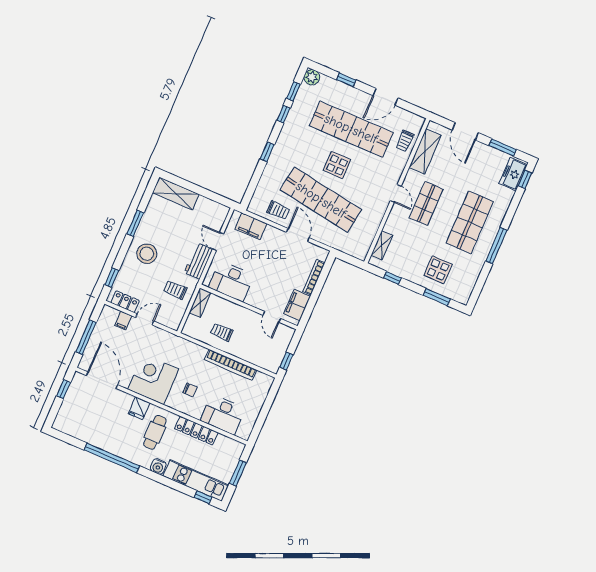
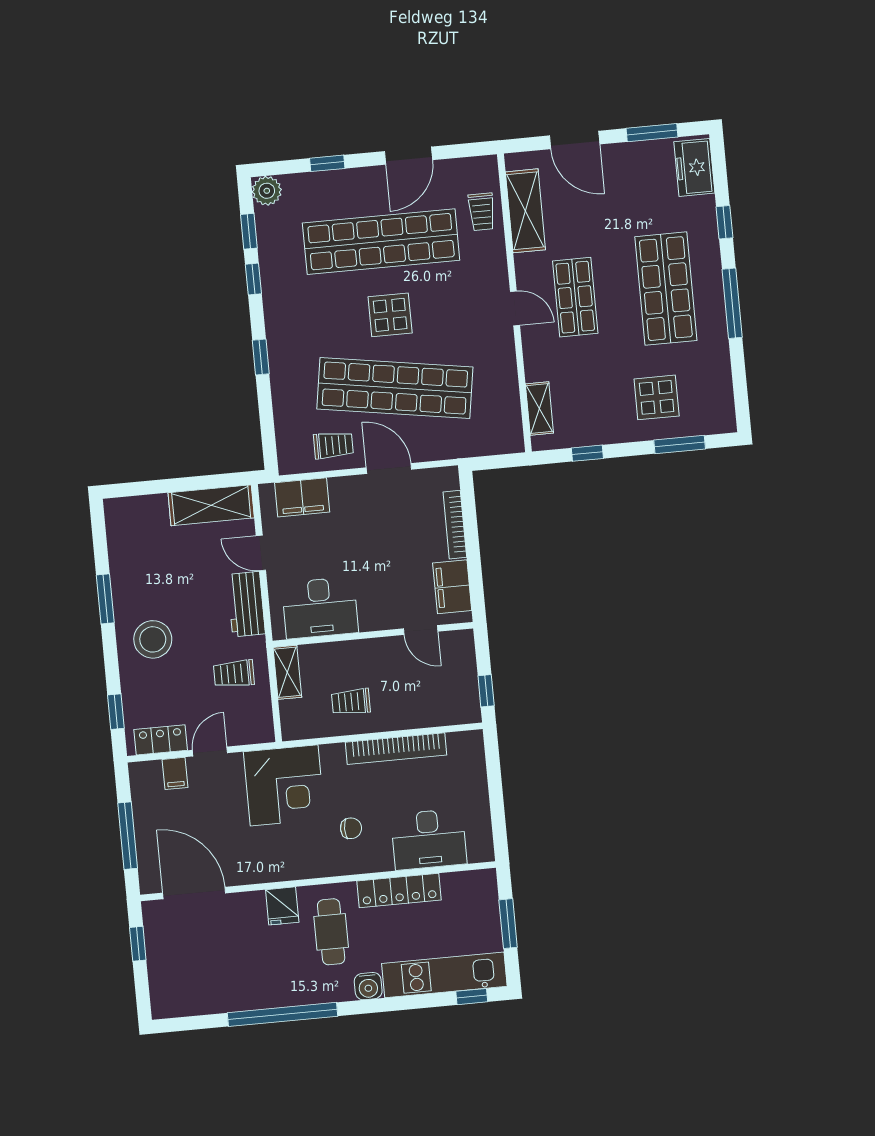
window: (525, 179) -> (724, 222), moved
shelving: (176, 193) -> (211, 505), moved
corner desk: (153, 379) -> (284, 785), moved, turned 180

